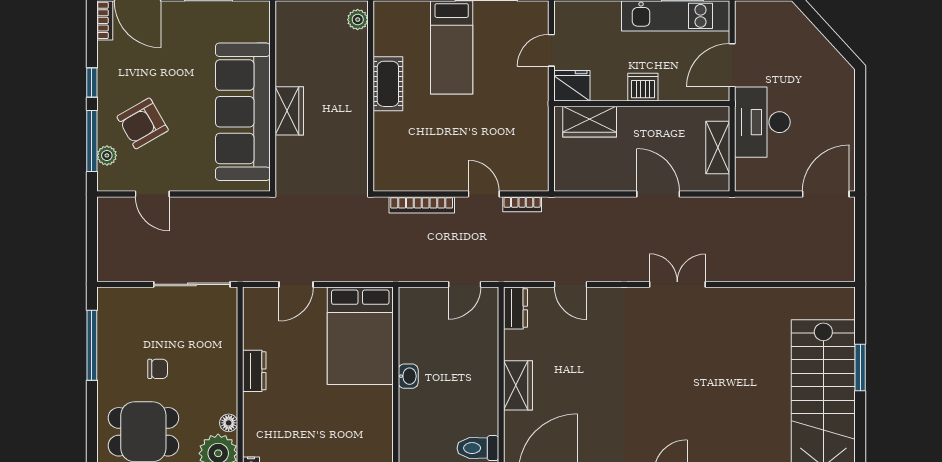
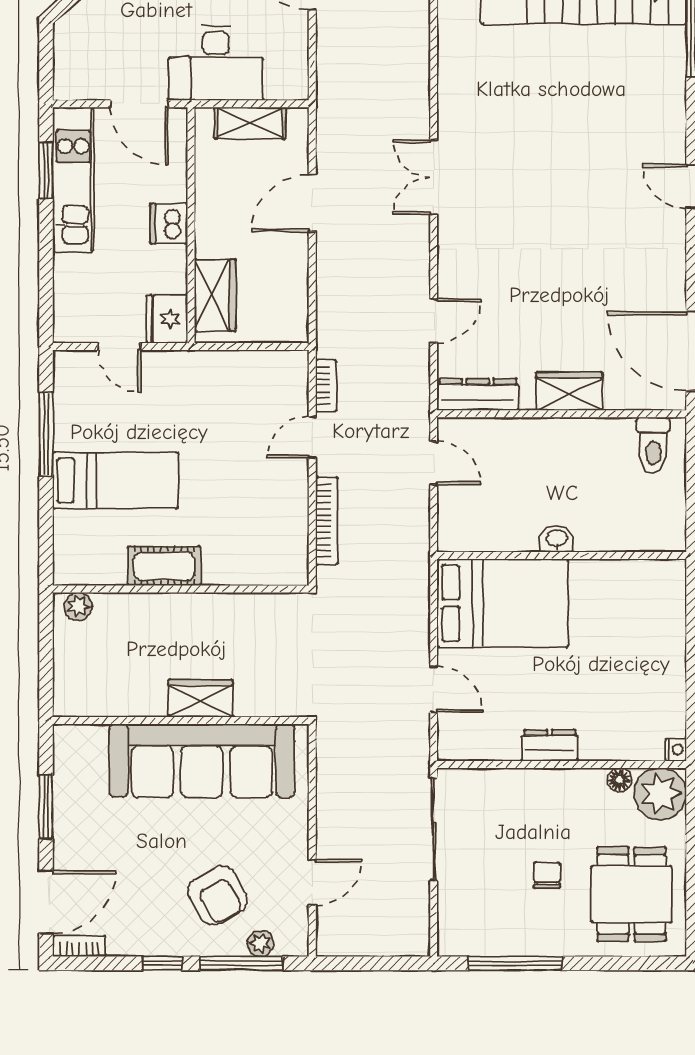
dresser: (516, 308) -> (478, 395), width x1.44

